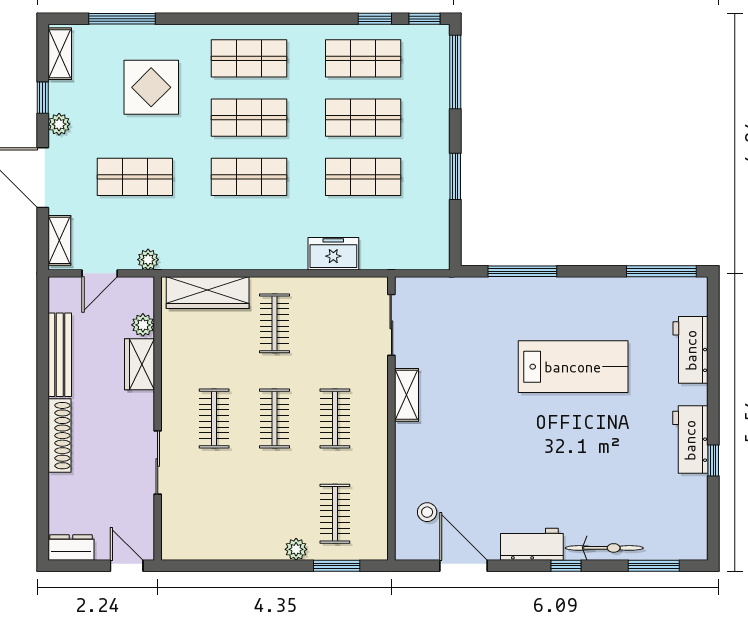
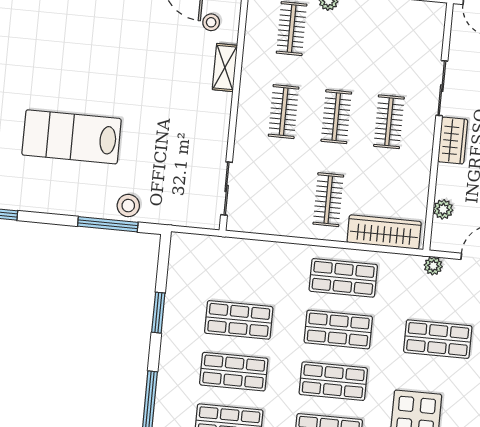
shop shelf: (249, 236) -> (343, 278), added
freezer: (333, 254) -> (271, 255), removed
stool: (501, 295) -> (128, 206), added
wardrobe: (140, 364) -> (453, 141), moved
shelving: (407, 395) -> (225, 67), moved

